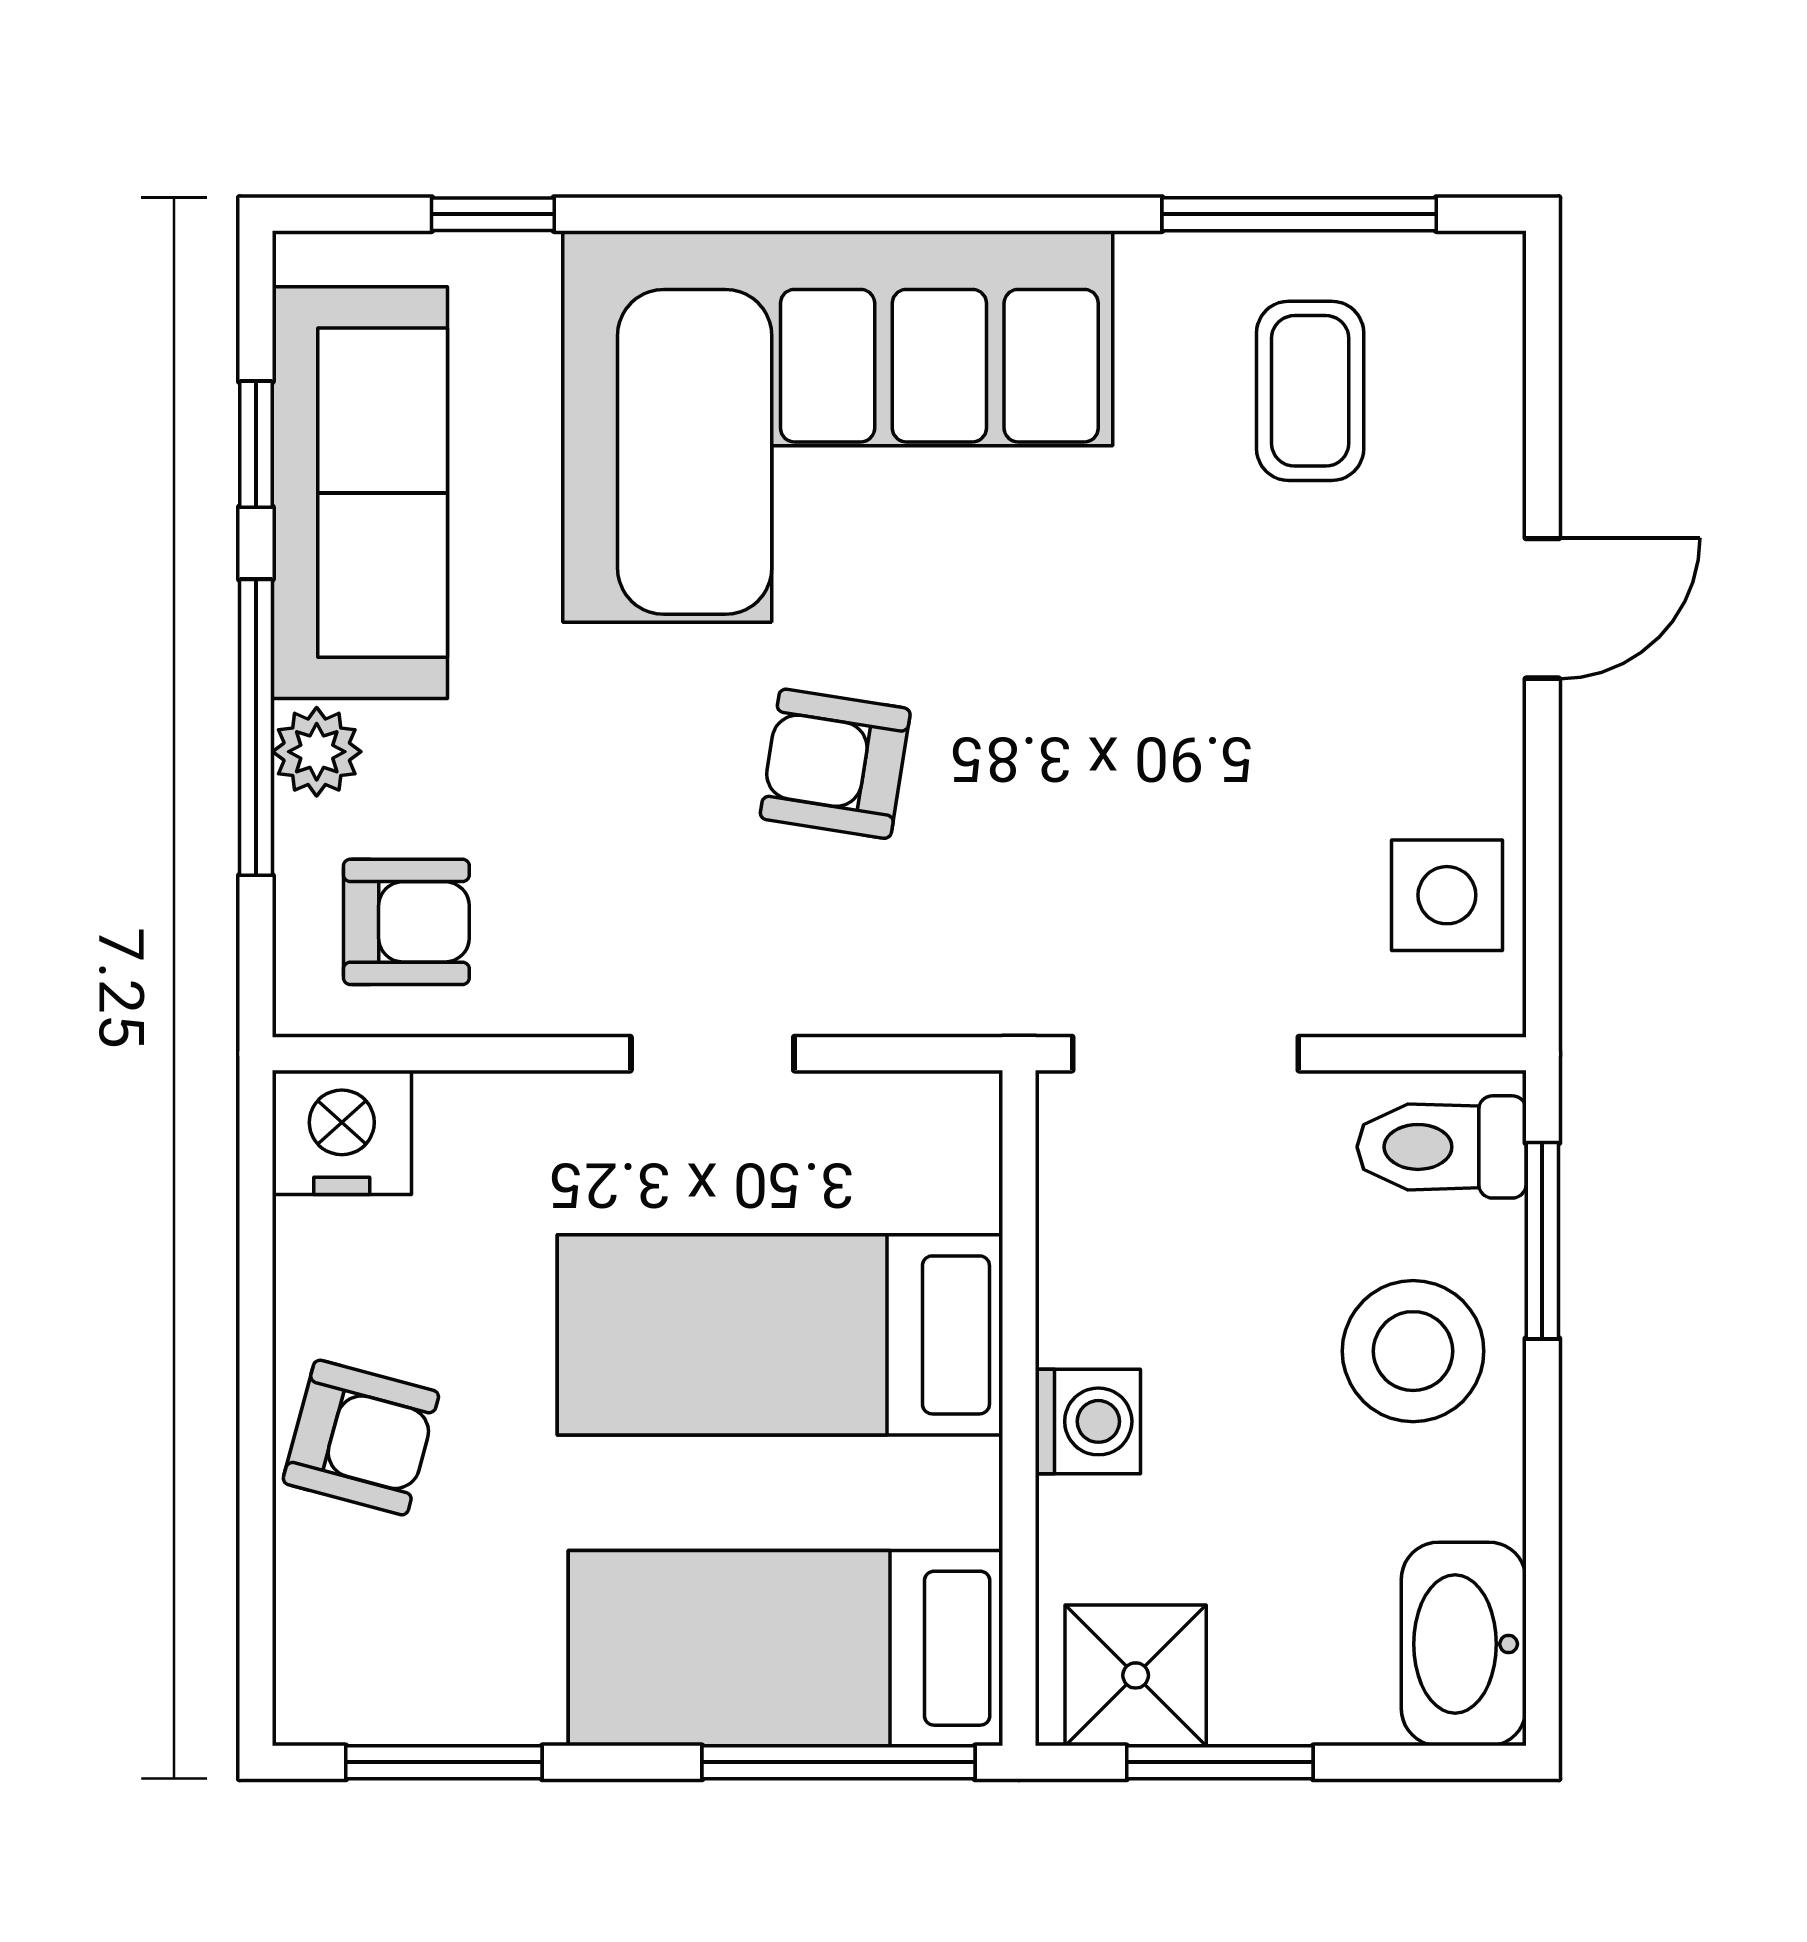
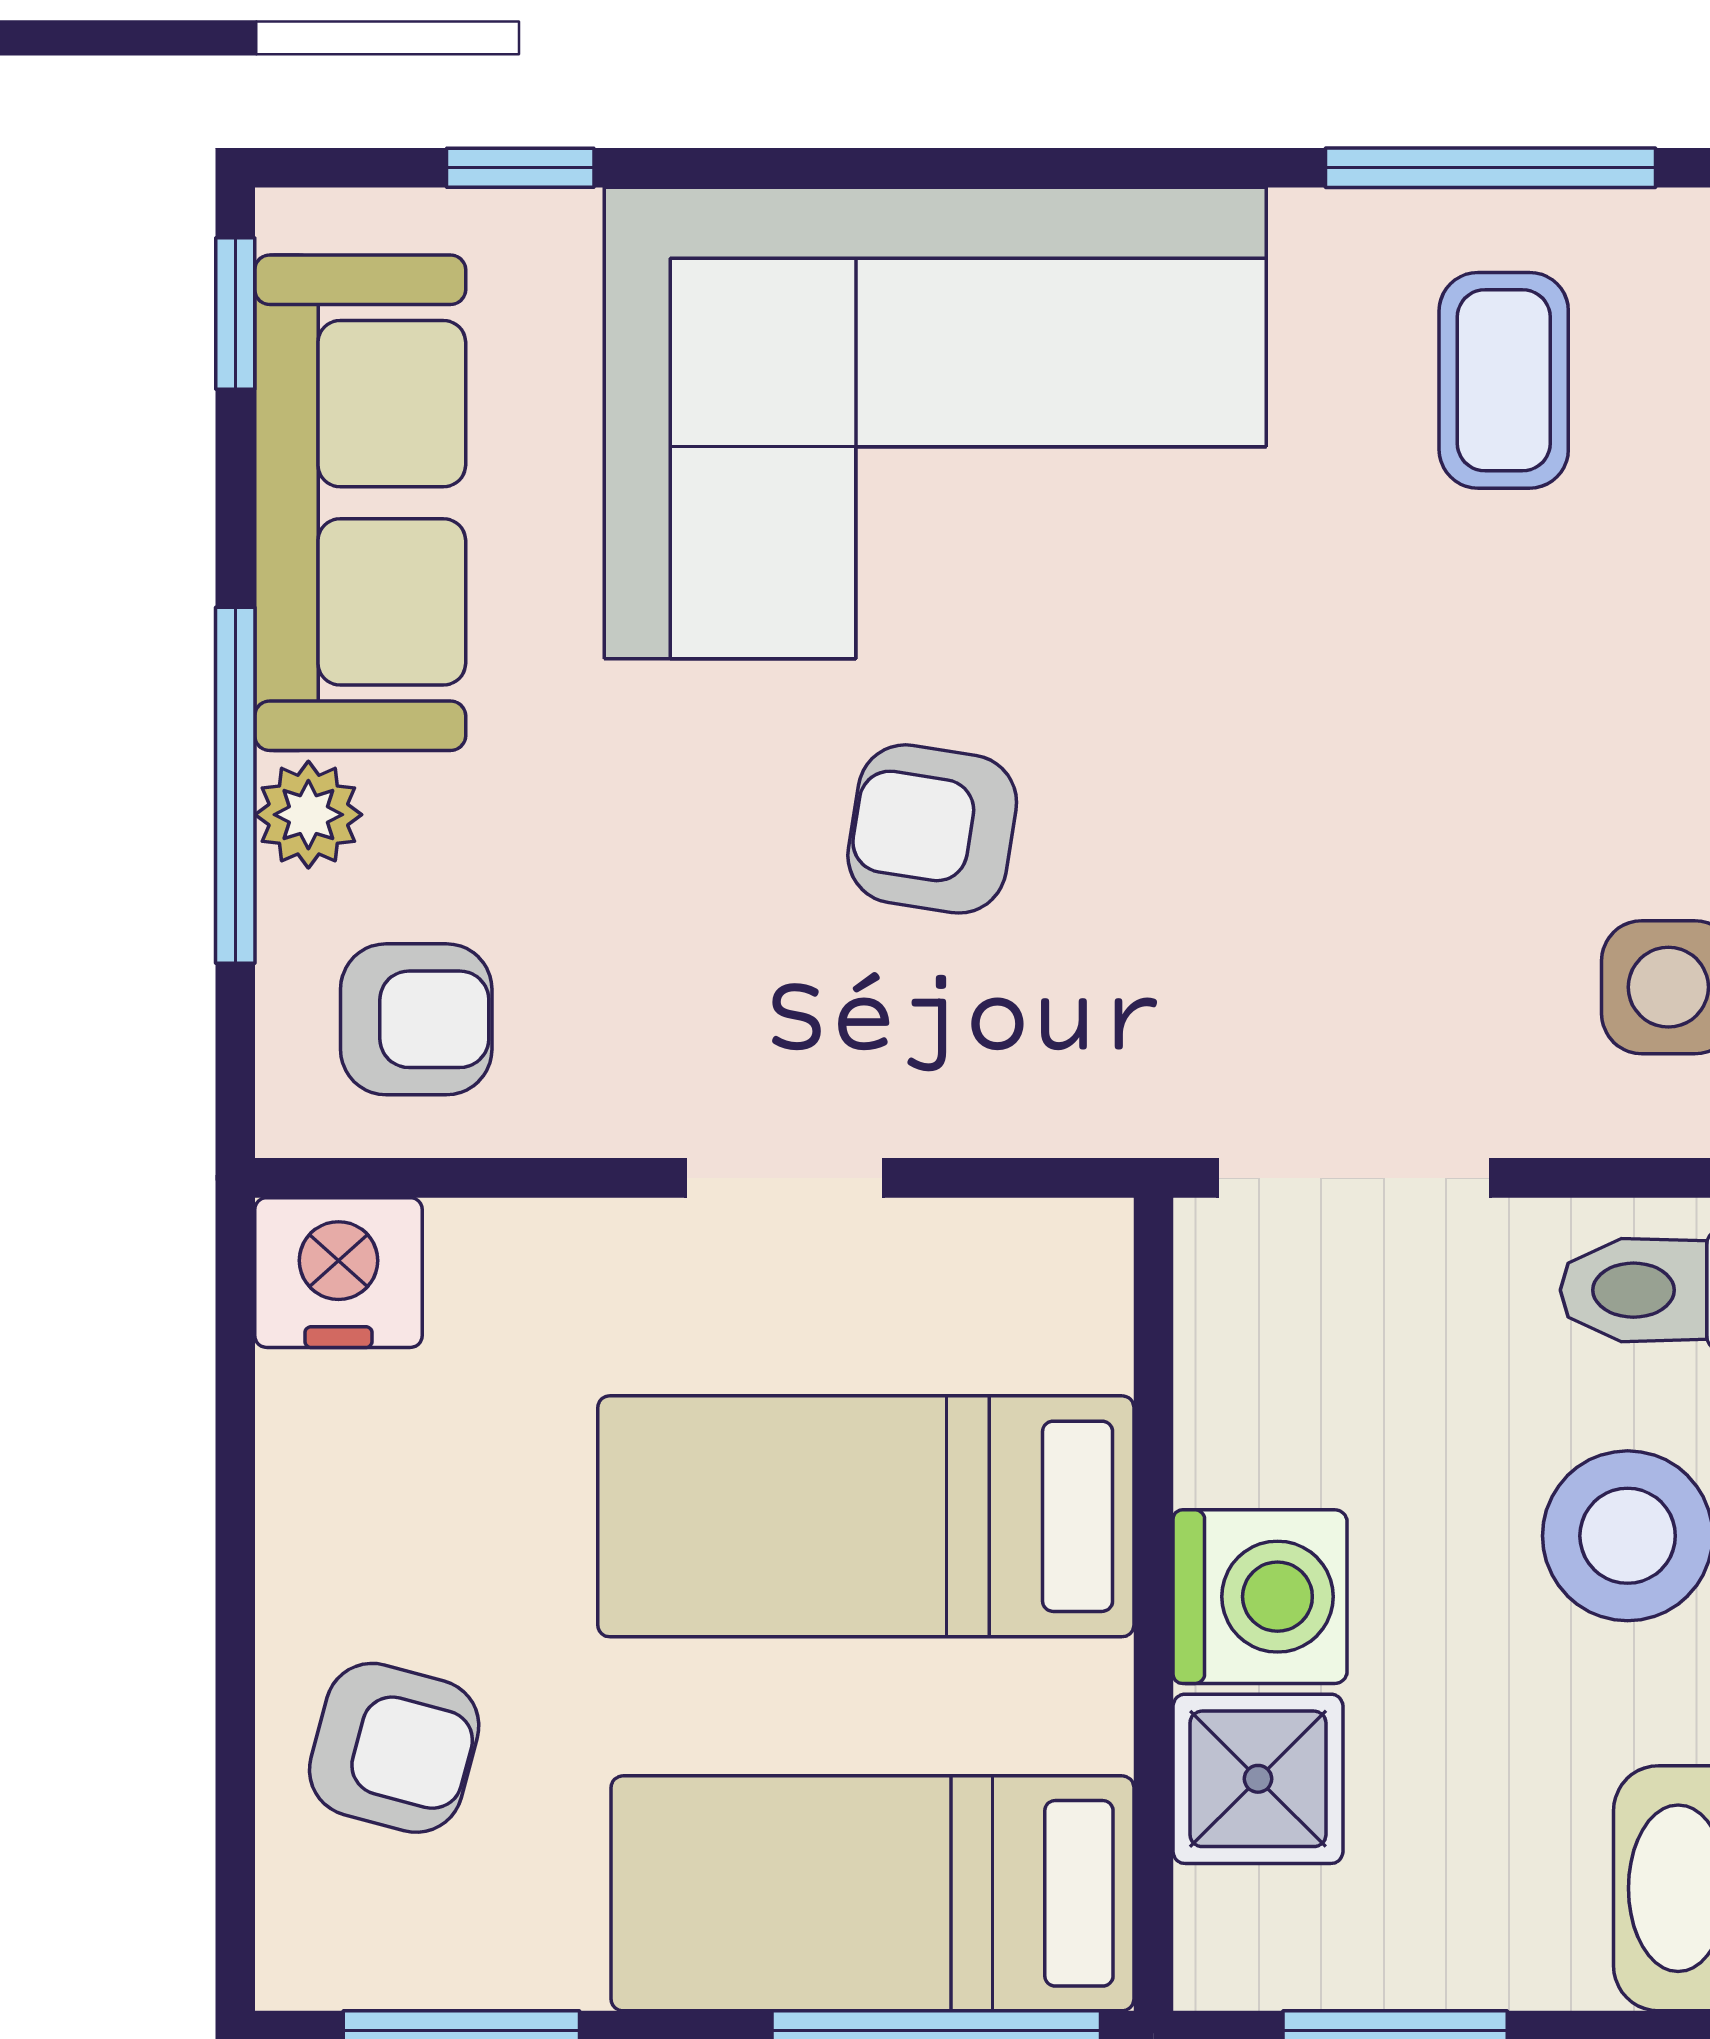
window: (256, 444) -> (235, 314), moved
washing machine: (1088, 1421) -> (1260, 1597), width x1.38, depth x1.38
armchair: (361, 1438) -> (394, 1748), moved
shower: (1136, 1675) -> (1258, 1779), moved

